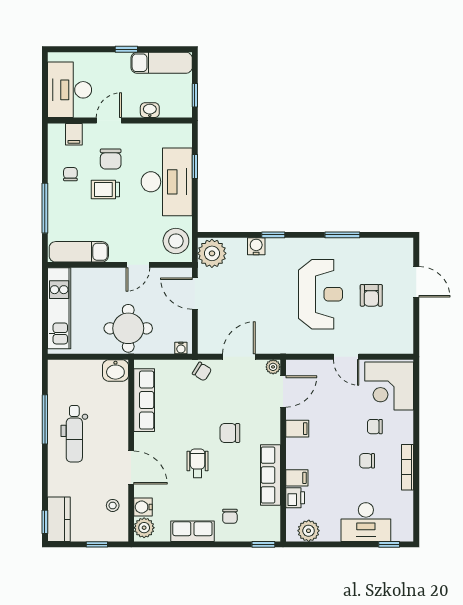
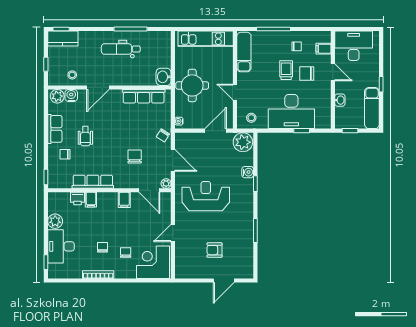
stool: (176, 241) -> (251, 118), width x0.53, depth x0.53
reception desk: (321, 294) -> (206, 196), moved, turned 180
chair: (230, 433) -> (135, 157), moved
wheelchair: (198, 463) -> (85, 136), moved, turned 90
plant: (309, 531) -> (55, 221), moved

